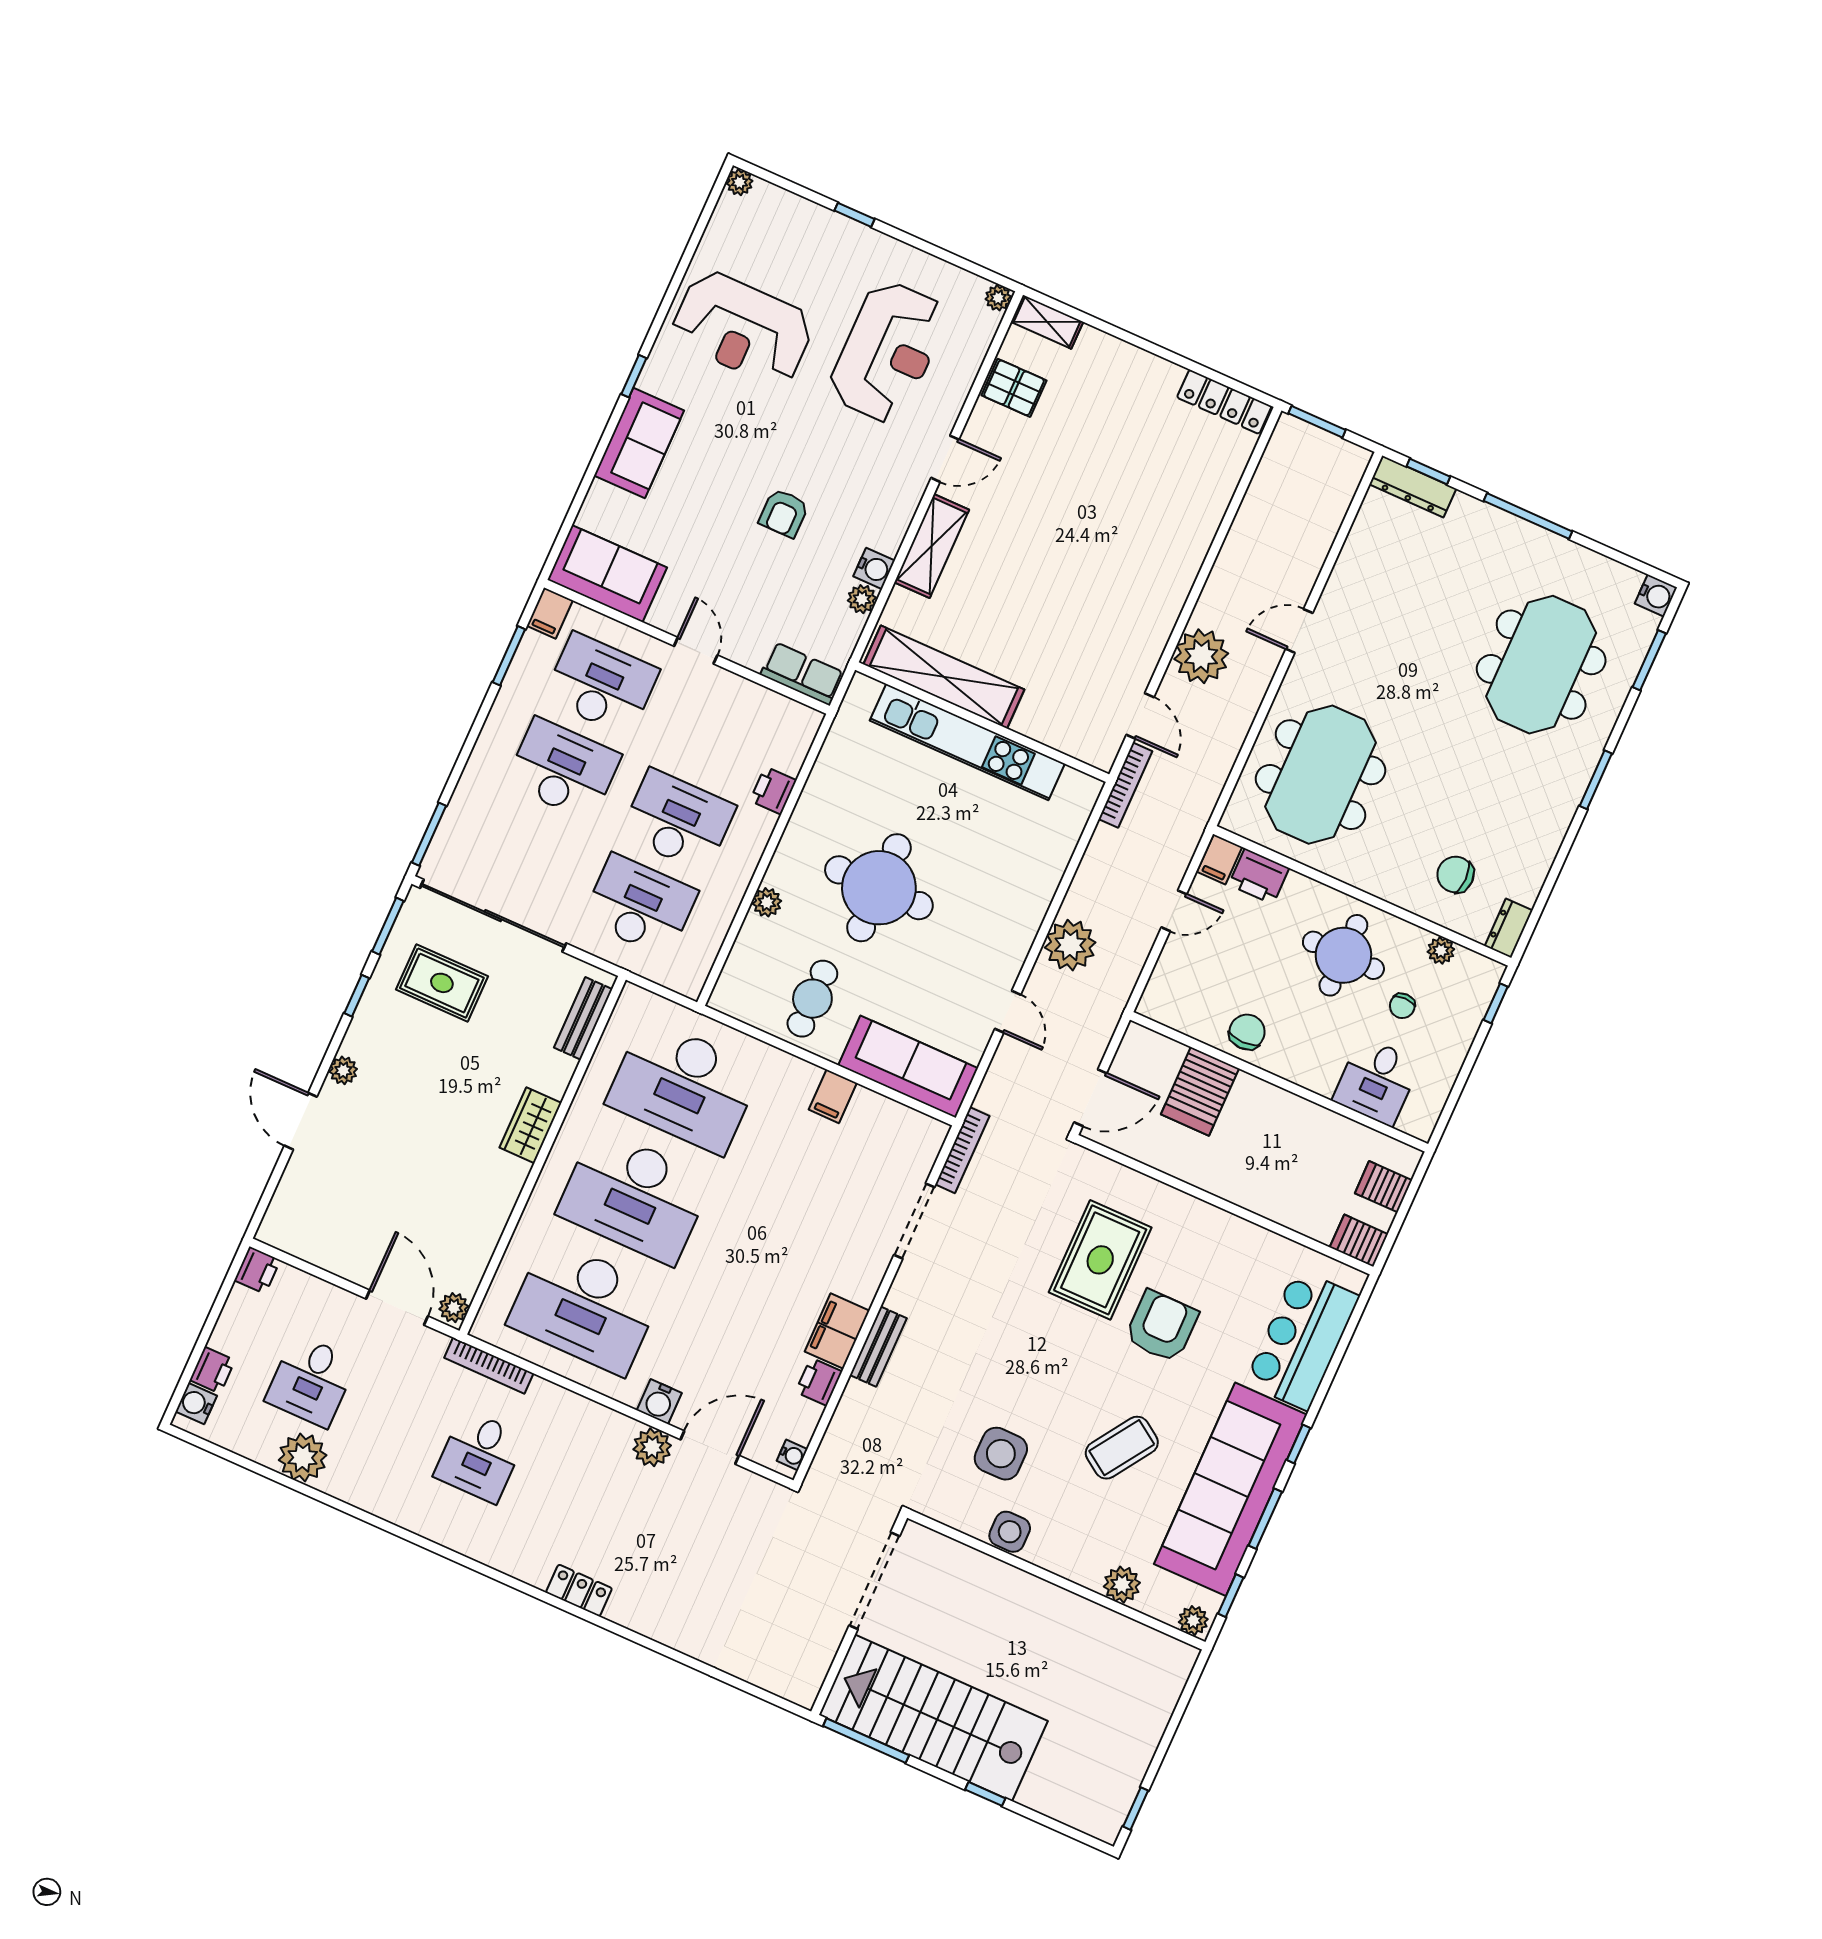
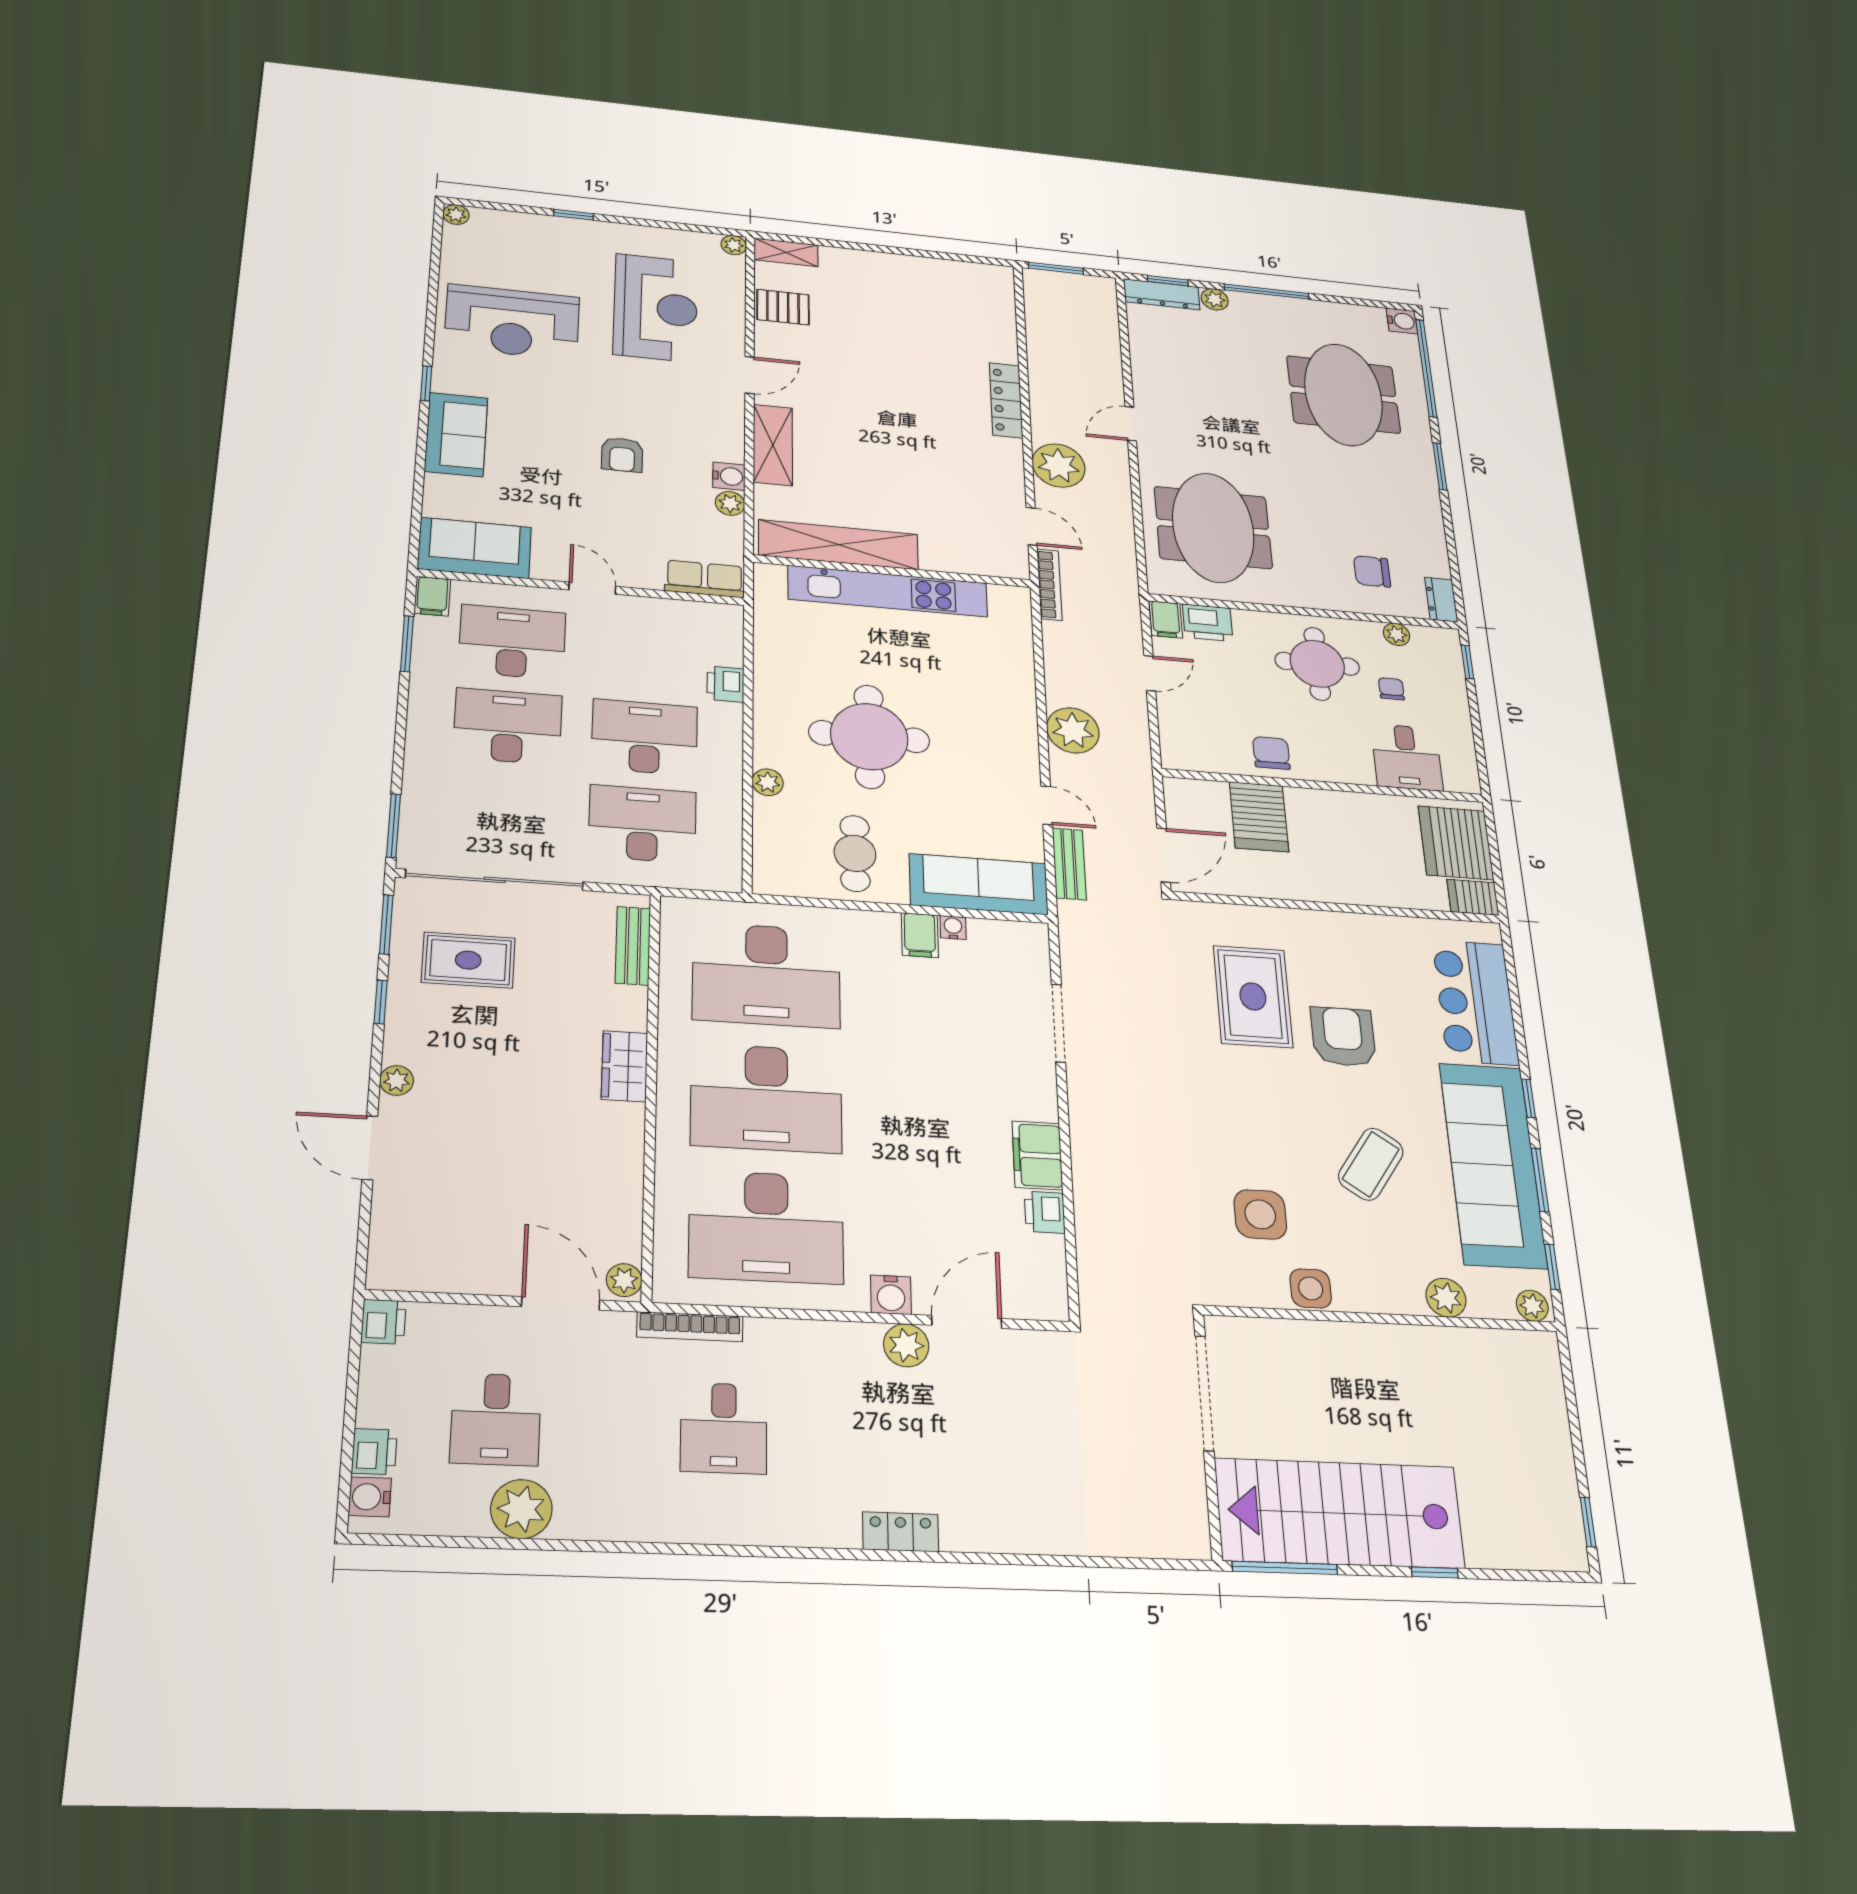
locker: (1224, 402) -> (1006, 400), moved, turned 90
plant: (1466, 509) -> (1215, 299), added
window: (1649, 660) -> (1426, 368), width x2.11
chair: (1402, 1006) -> (1391, 689), turned 180
bookcase: (962, 1150) -> (1070, 942), removed
server rack: (1383, 1187) -> (1456, 843), width x2.18, depth x1.44
bench: (878, 1347) -> (1069, 864), moved
water cooler: (792, 1455) -> (953, 927), moved, turned -90

